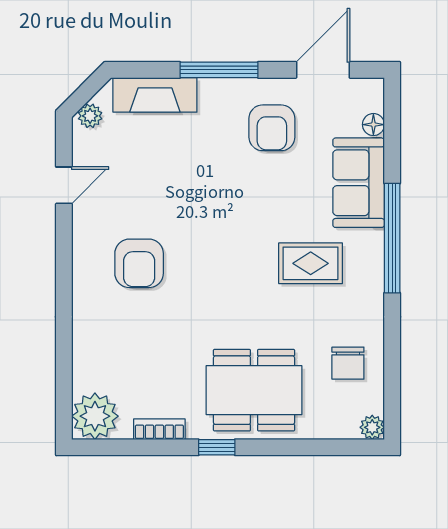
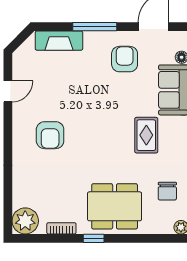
plant: (90, 116) -> (22, 52), removed
armchair: (272, 128) -> (125, 59), turned 180
rug: (311, 263) -> (146, 135), turned 90

